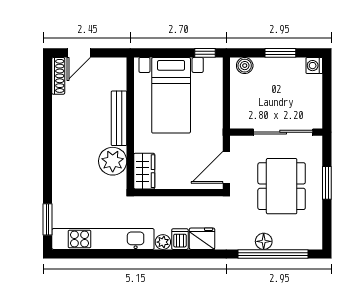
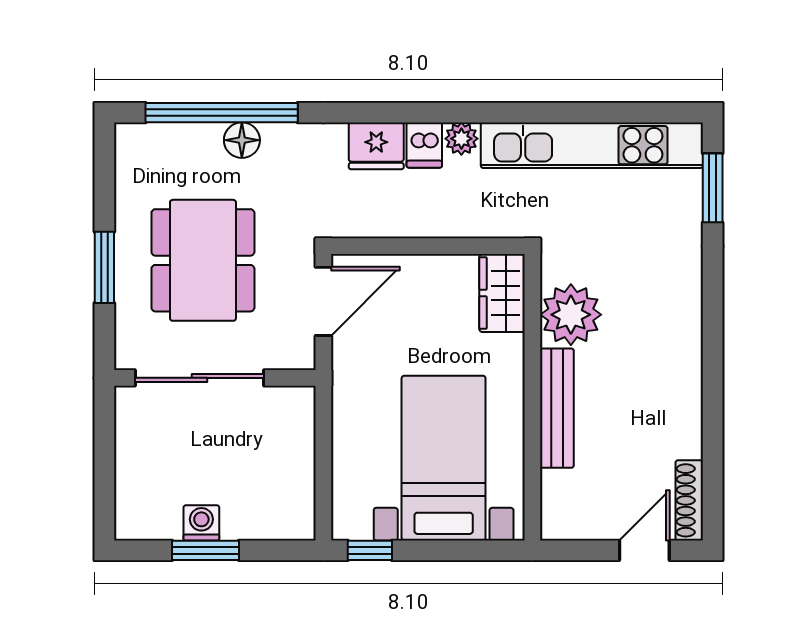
boiler: (245, 66) -> (283, 523), removed
washing machine: (314, 66) -> (201, 523), moved, turned -90

